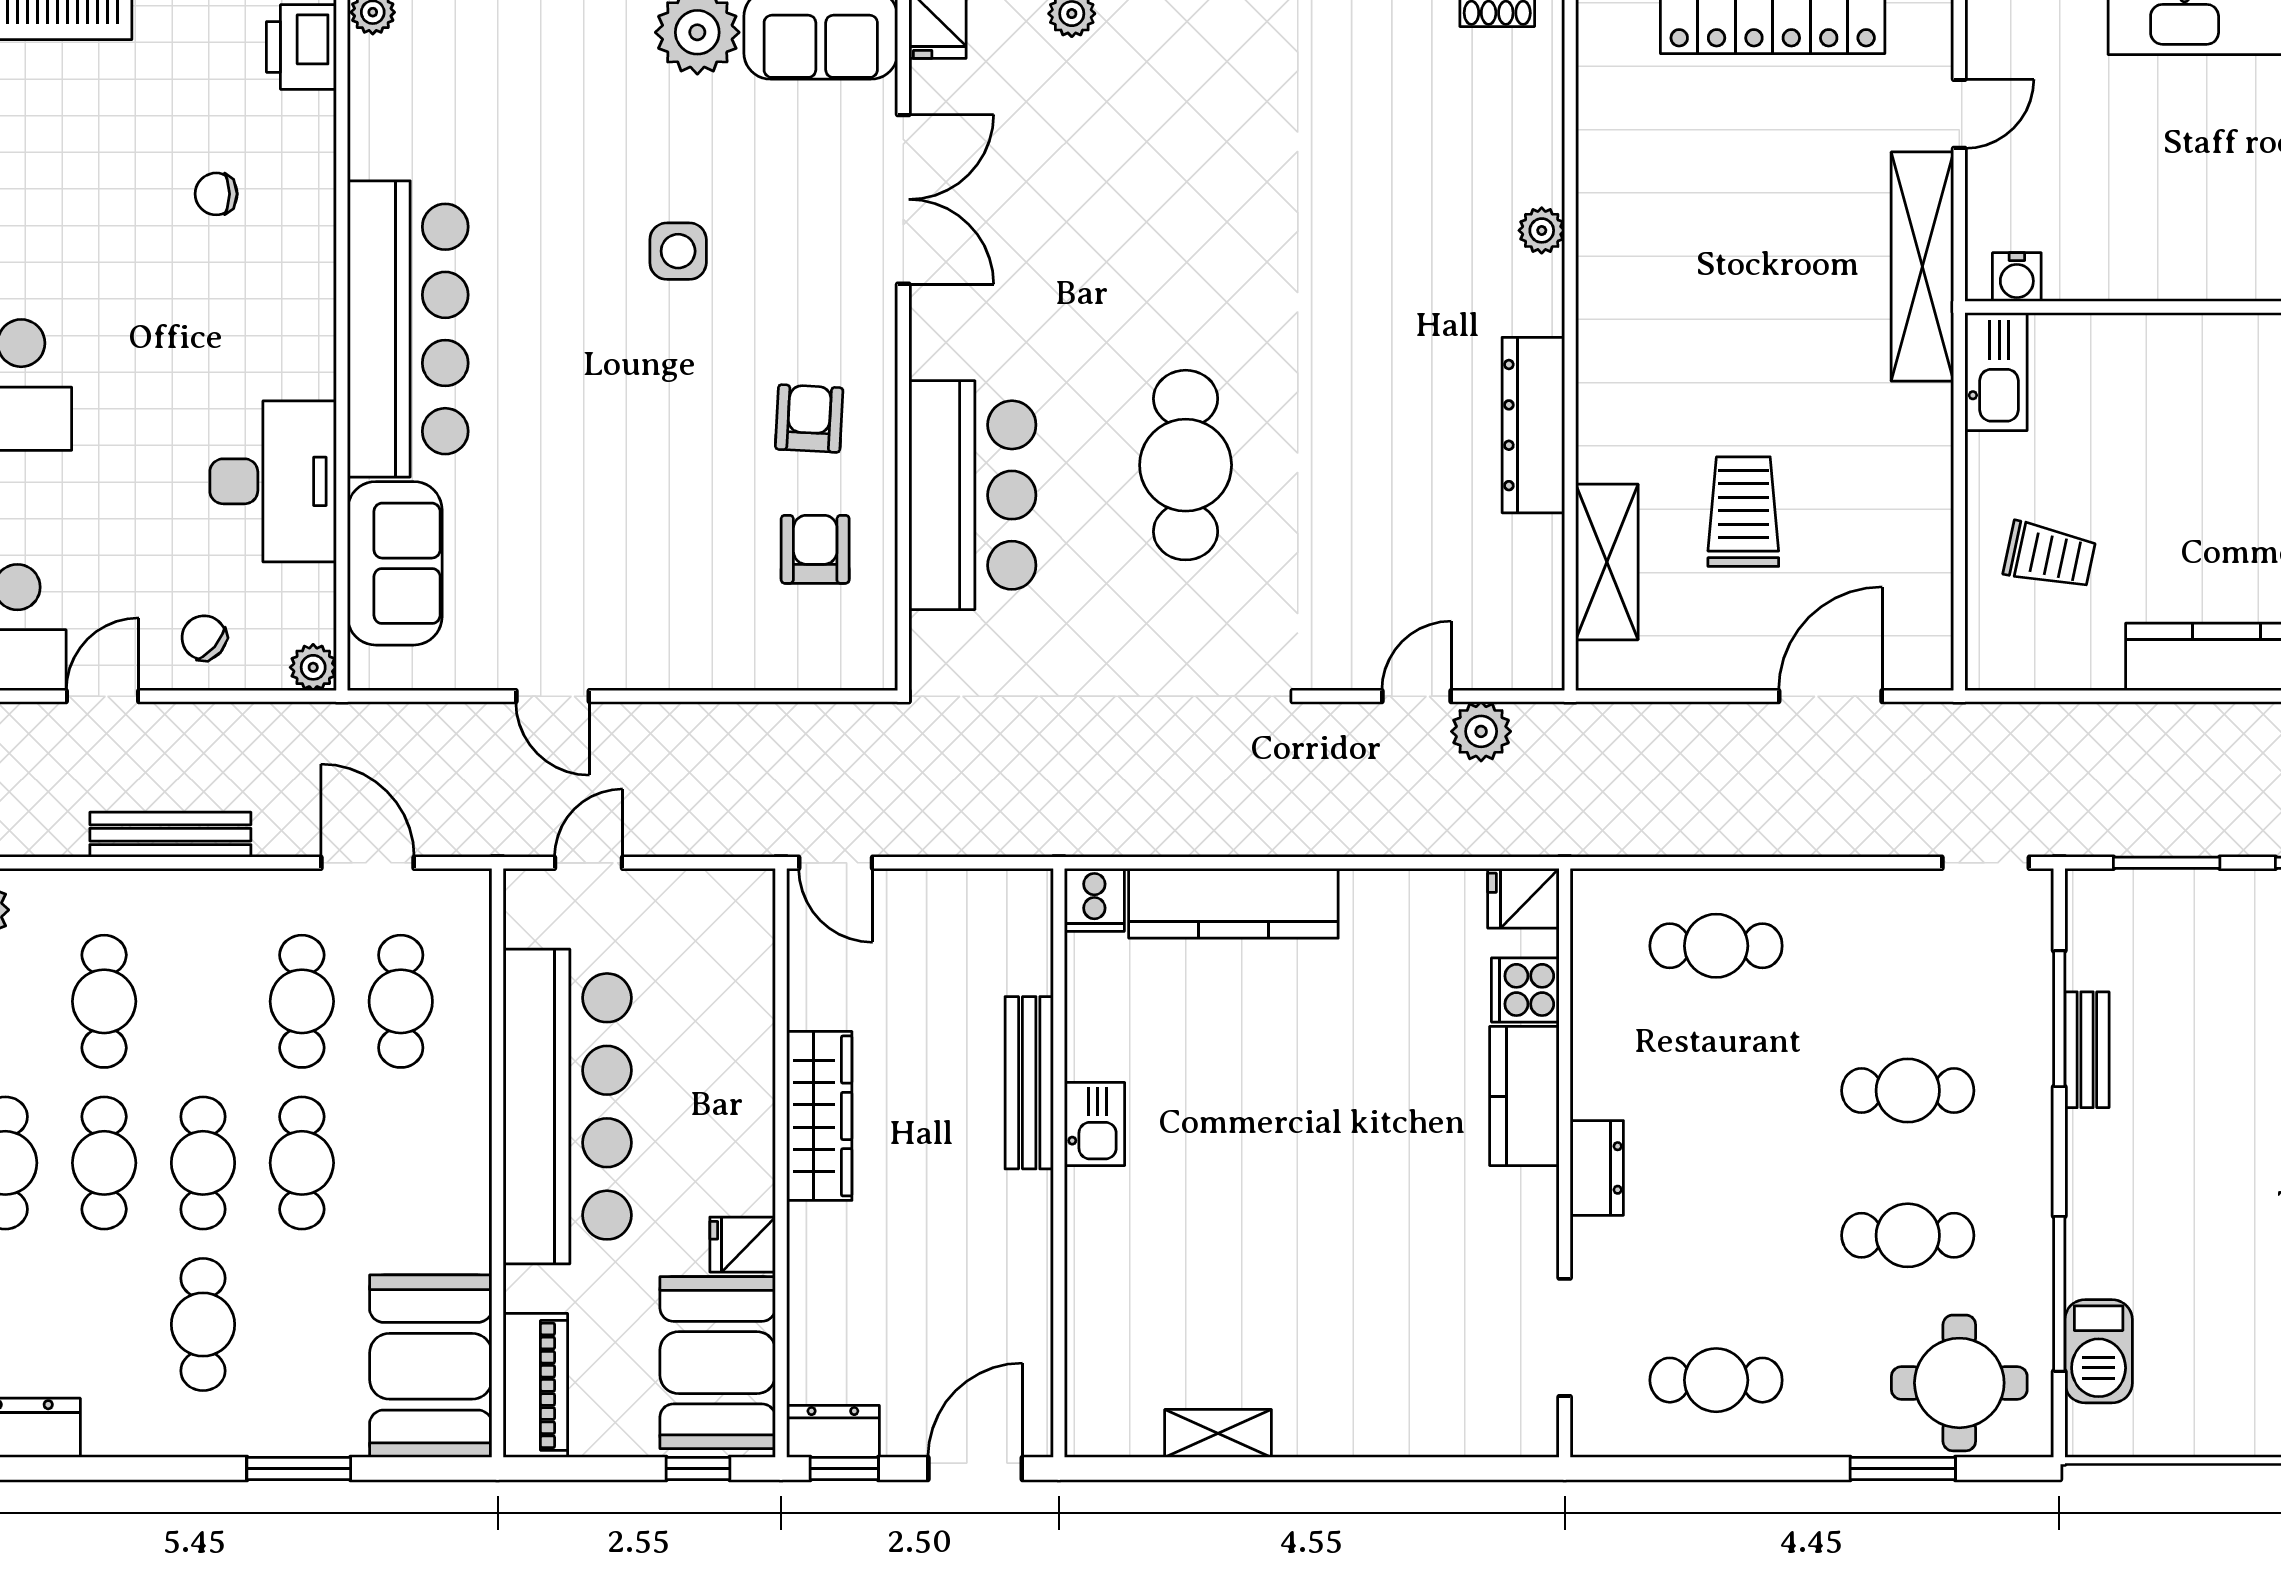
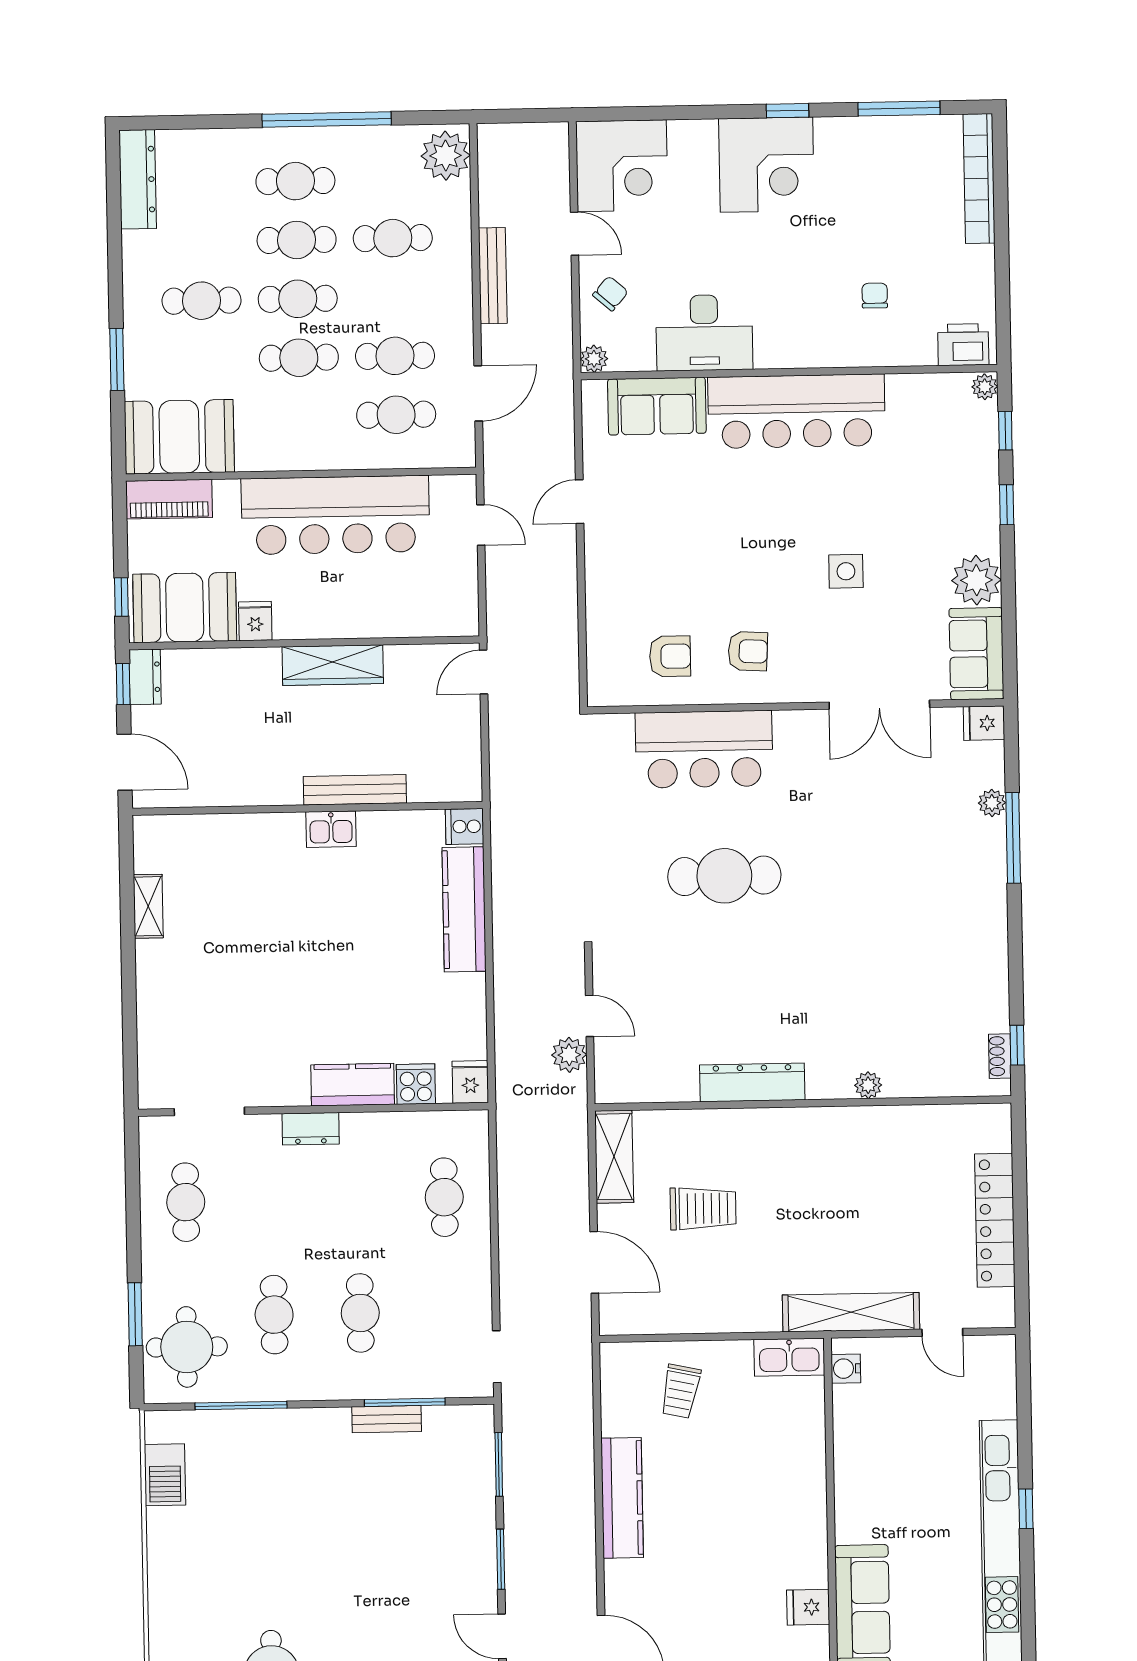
shelving: (1607, 562) -> (614, 1157), moved, turned 90
barbecue: (2099, 1351) -> (165, 1475), moved, turned -90

